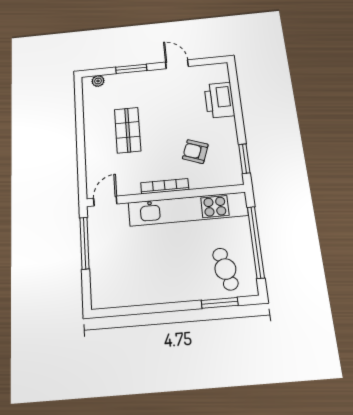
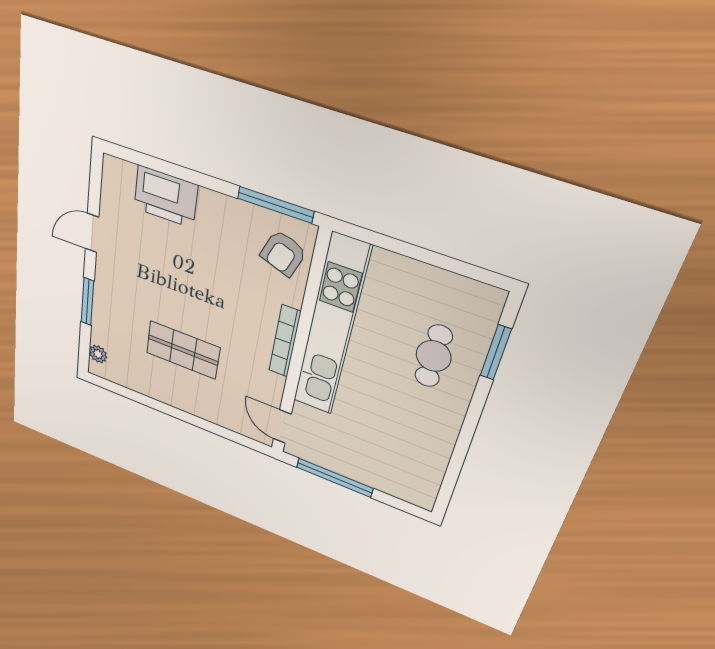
armchair: (195, 152) -> (283, 253), moved
window: (244, 159) -> (275, 205), width x1.44
window: (256, 242) -> (421, 254), removed
cafe table: (225, 269) -> (434, 356), moved, turned -76

